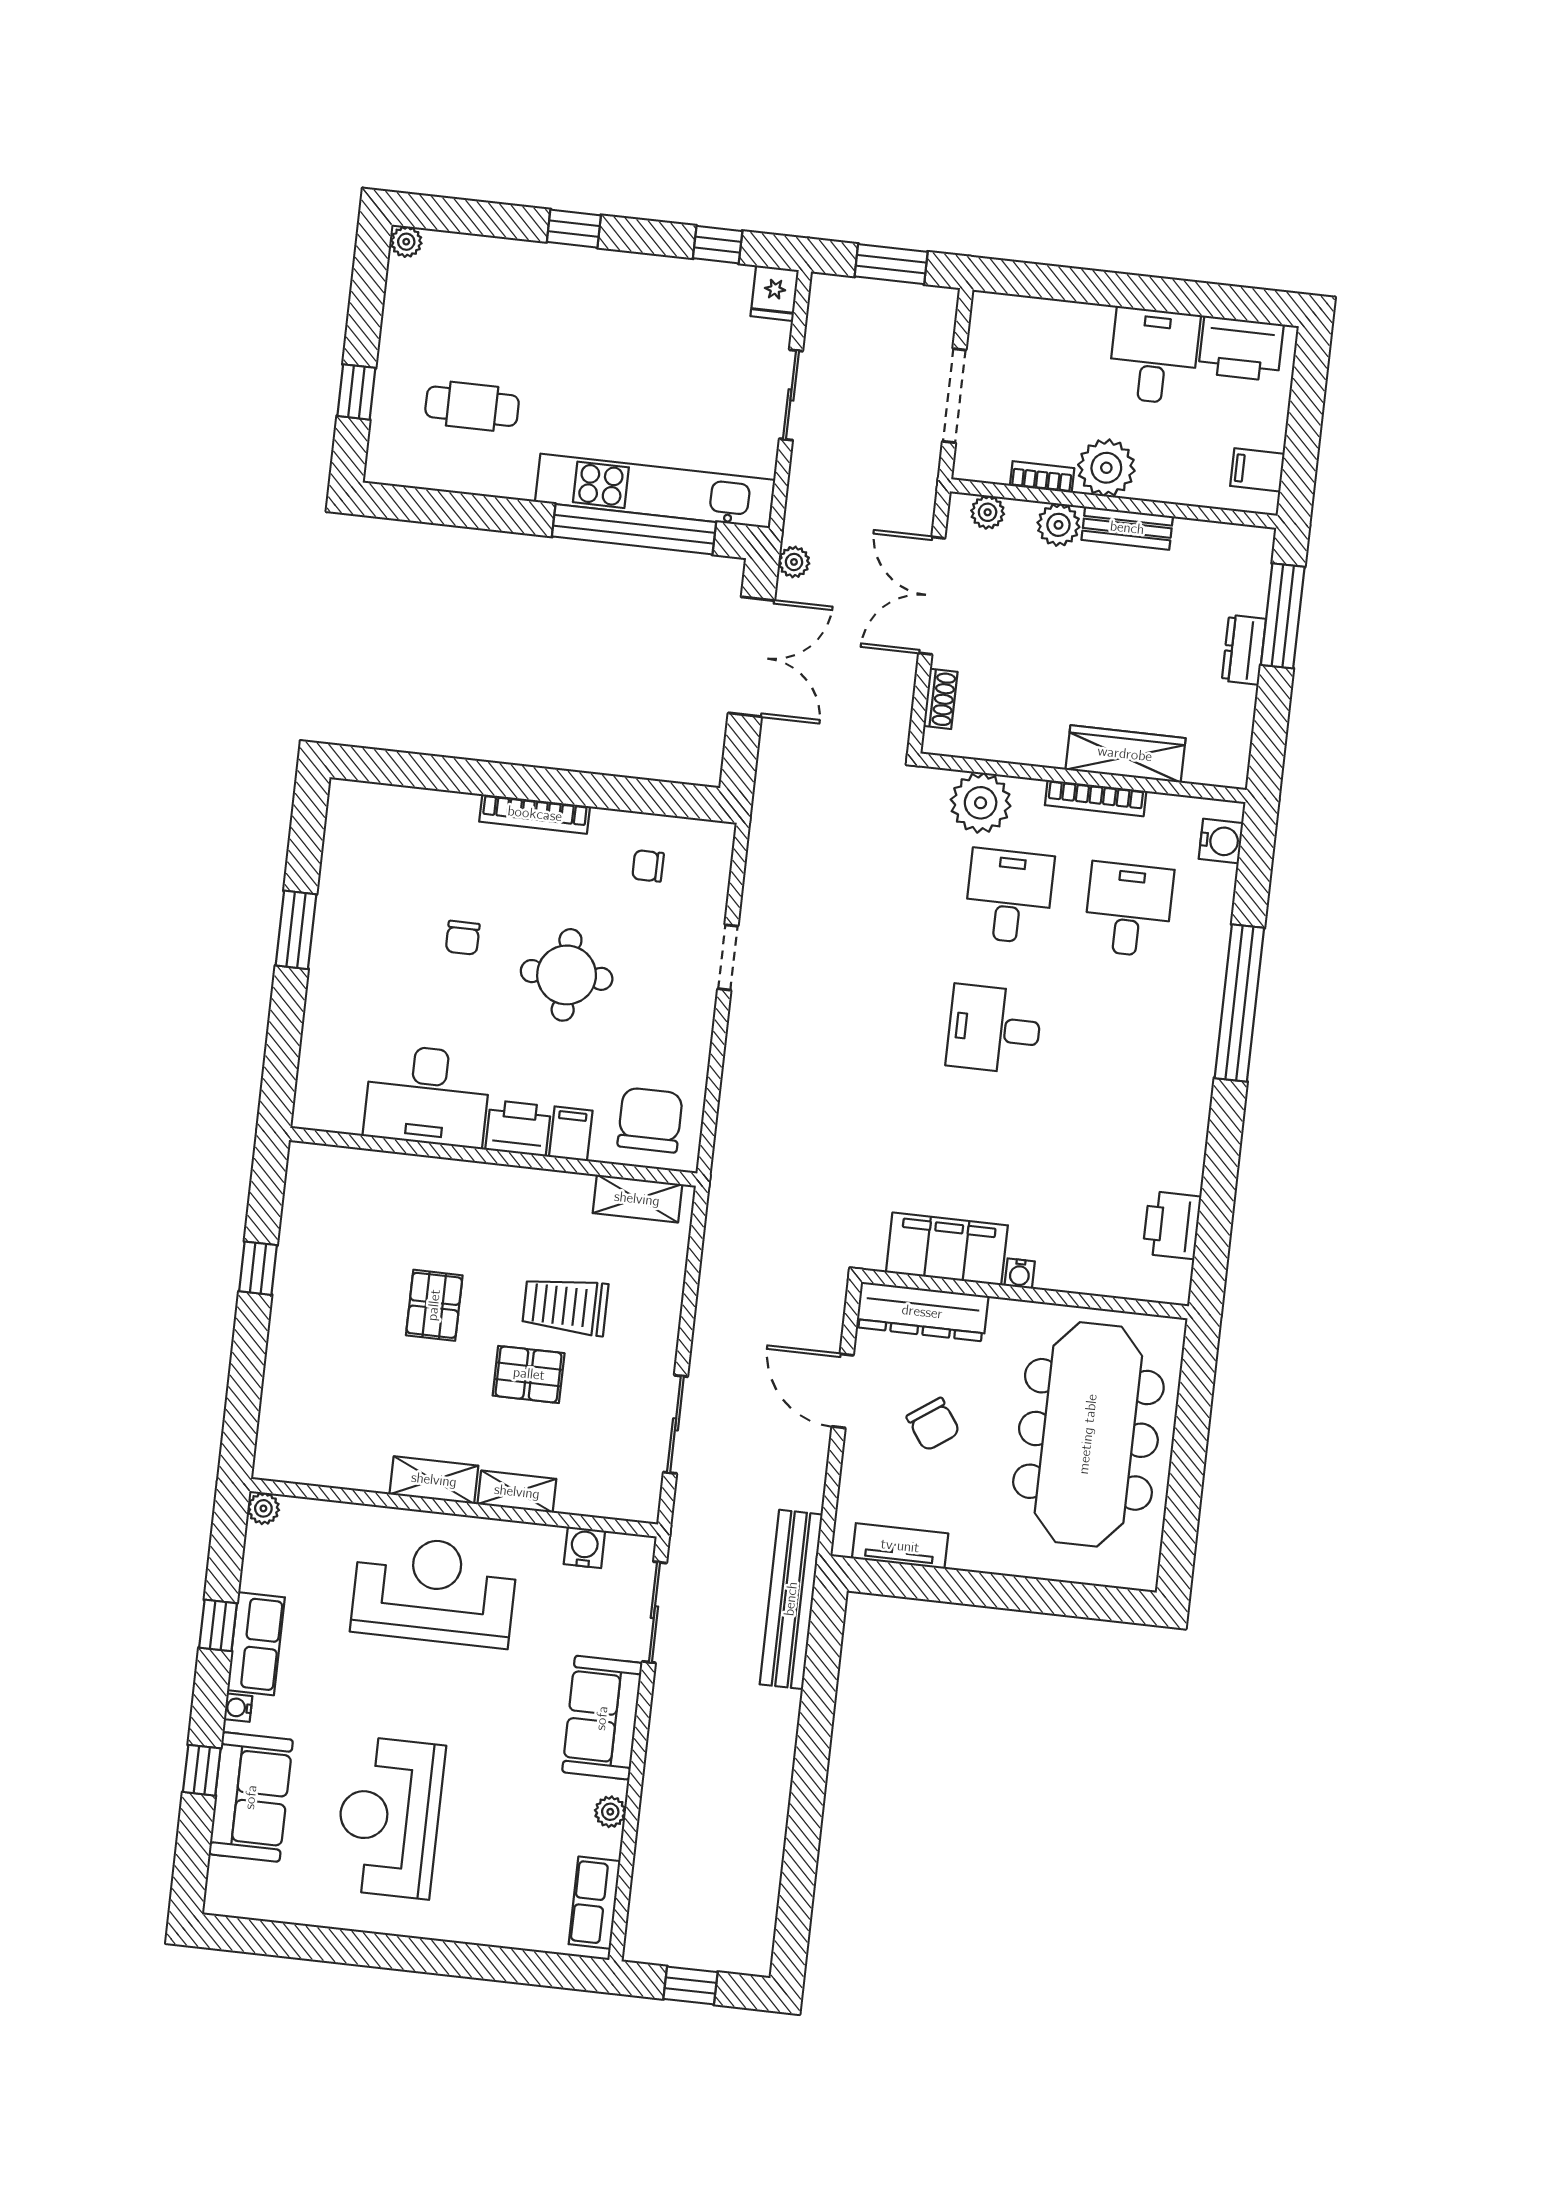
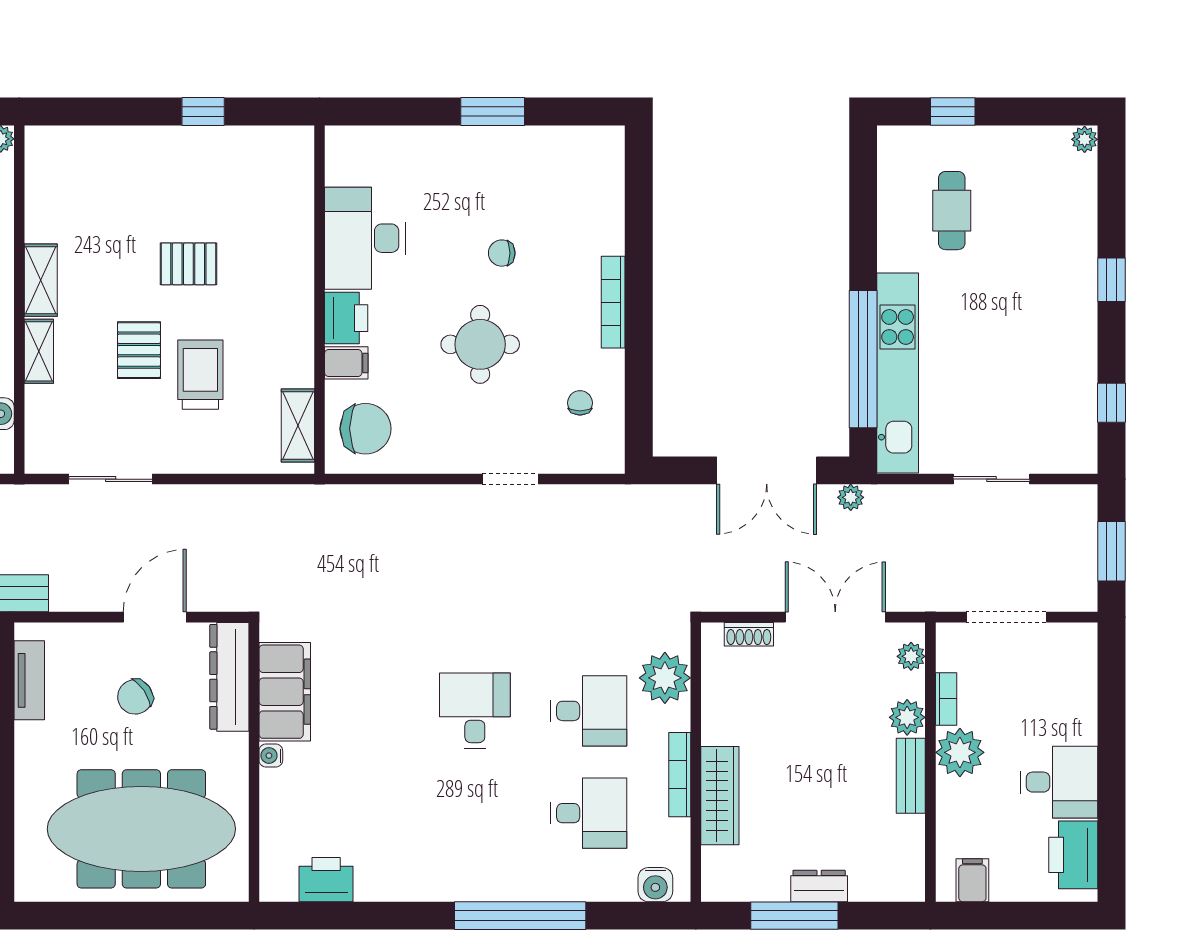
fridge: (775, 293) -> (1076, 456), removed
window: (1283, 616) -> (794, 916), moved

